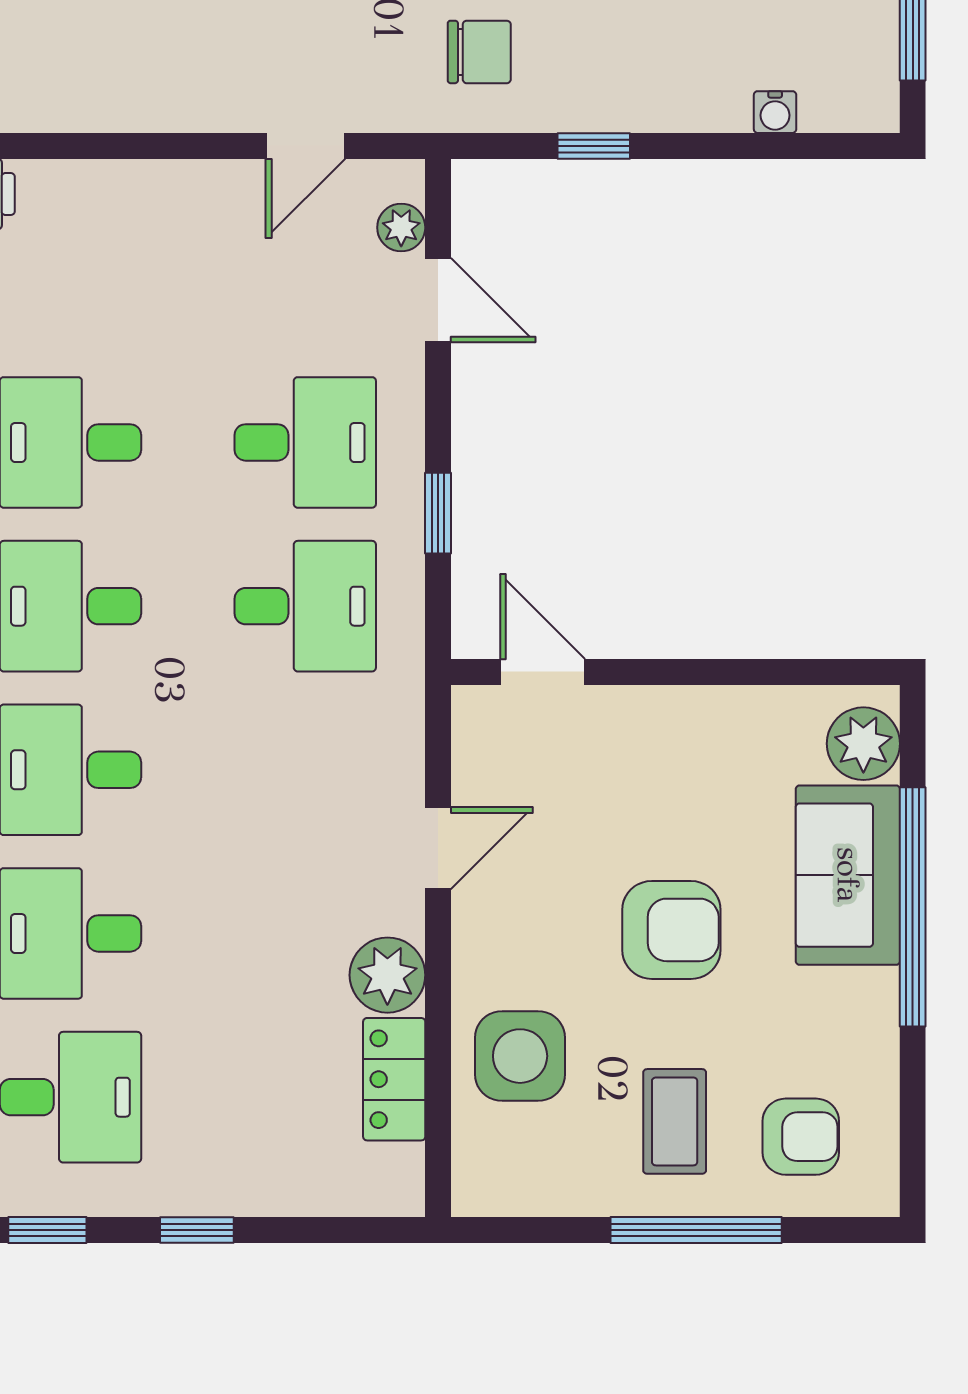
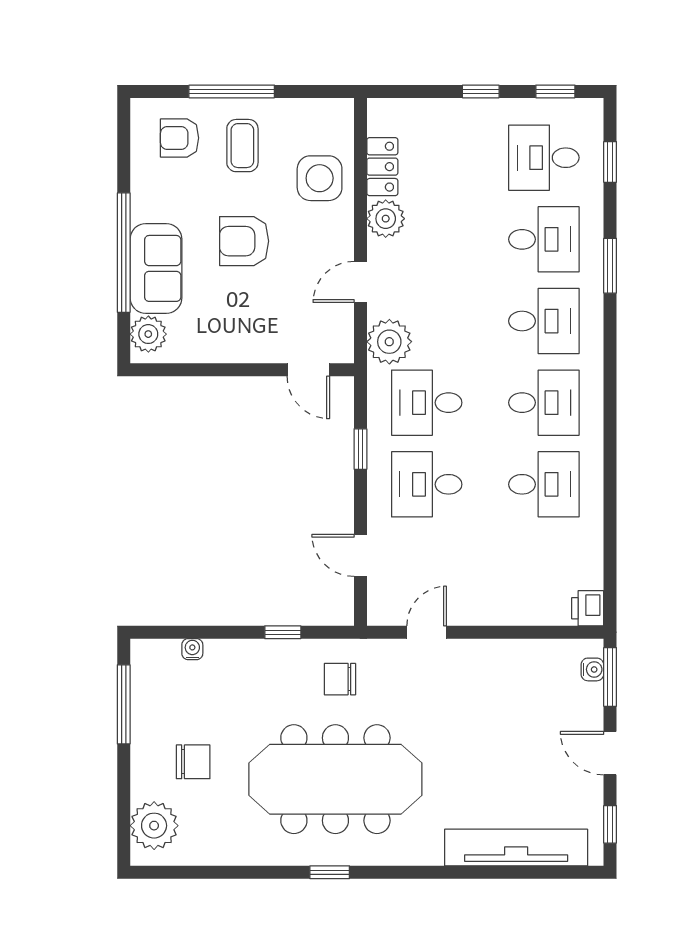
plant: (401, 228) -> (389, 342), moved, width x1.88, depth x1.88

